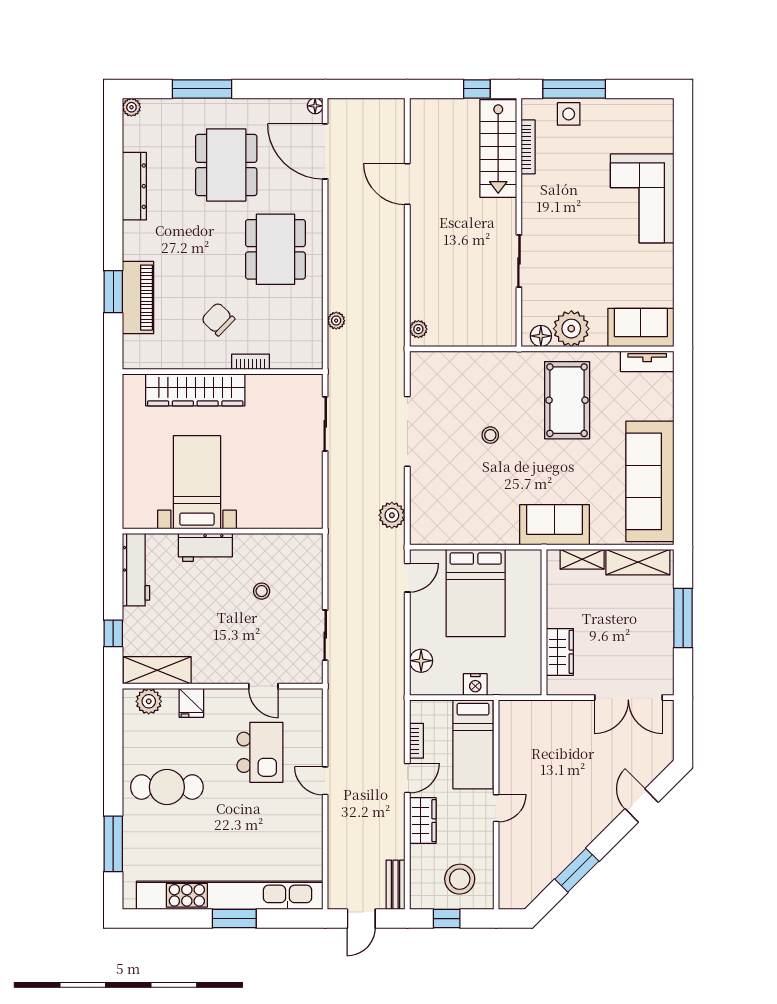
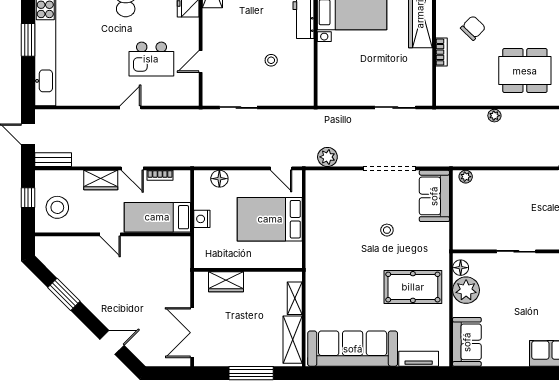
plant: (336, 321) -> (494, 116), moved
tv unit: (647, 361) -> (419, 359), moved, turned 90
sofa: (554, 525) -> (434, 196), moved, turned 180

